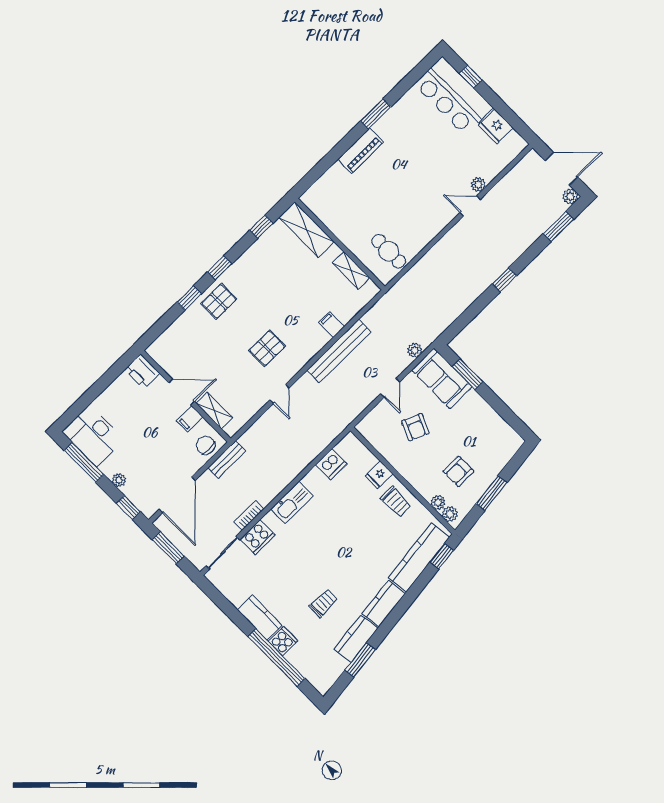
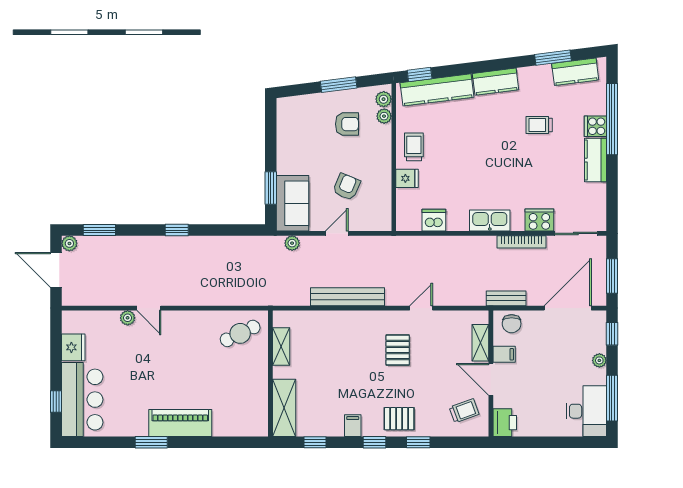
piano: (361, 151) -> (180, 423), width x1.37, depth x1.33
cafe table: (389, 251) -> (240, 333), turned 64
filing cabinet: (331, 324) -> (353, 426), moved, turned 180
pallet: (267, 348) -> (398, 350), turned 90
trolley: (179, 352) -> (464, 411), added
bookcase: (249, 515) -> (521, 242), width x1.56
kitchen counter: (356, 639) -> (575, 72), moved

